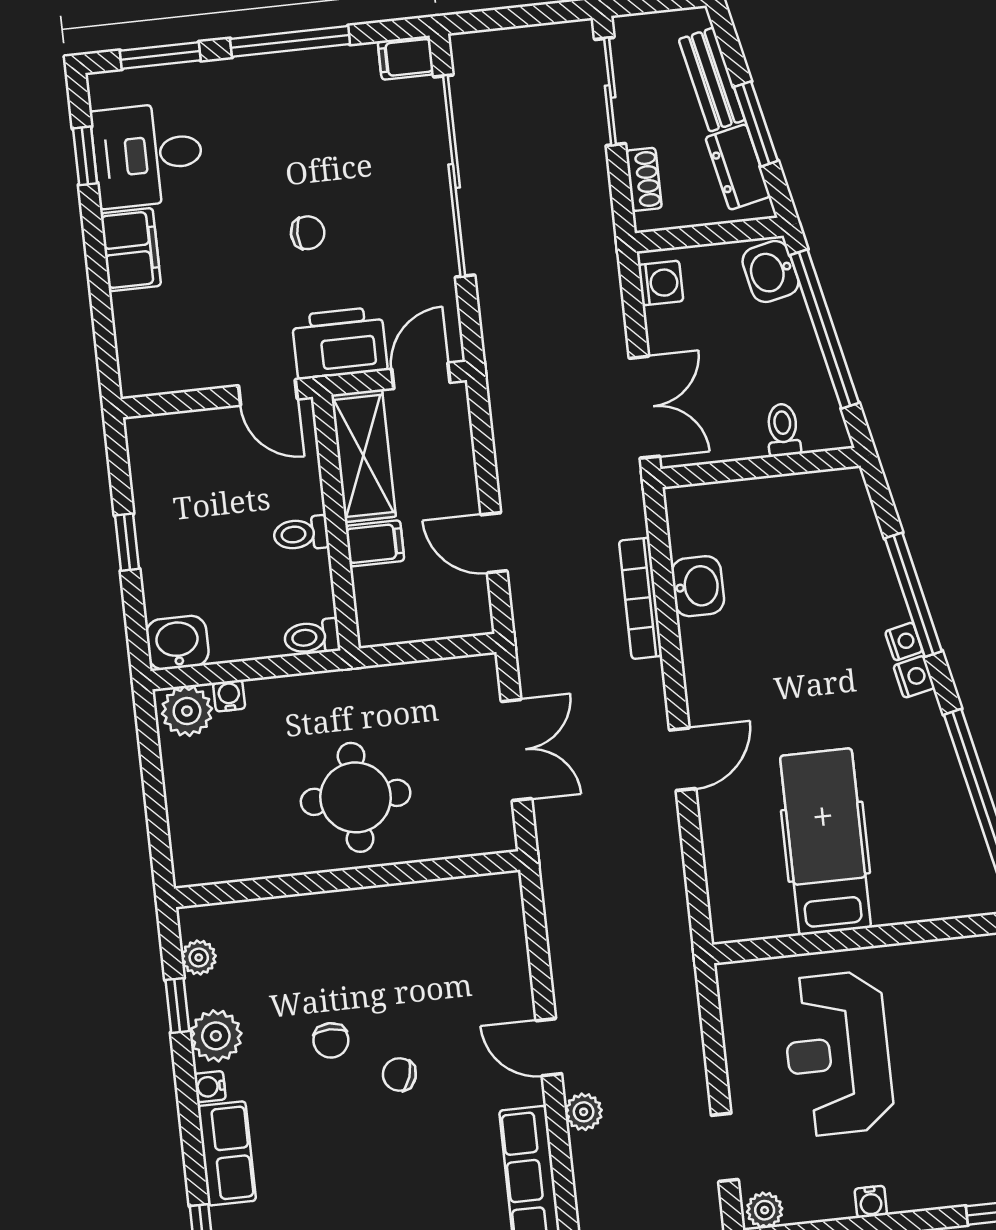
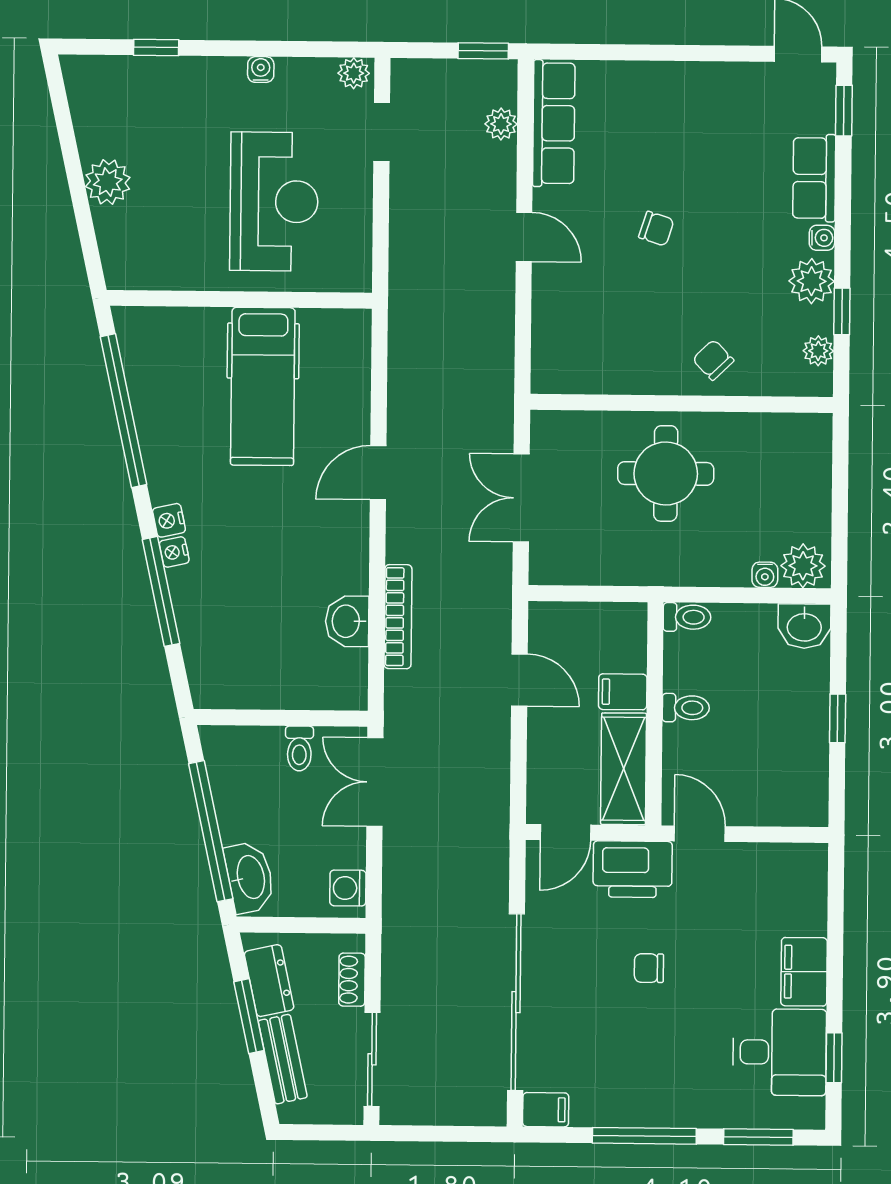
washbasin: (770, 272) -> (250, 877), width x1.38
toilet: (783, 430) -> (299, 748), moved
chair: (331, 1040) -> (713, 360), moved, turned -44
plant: (584, 1112) -> (501, 124), moved

